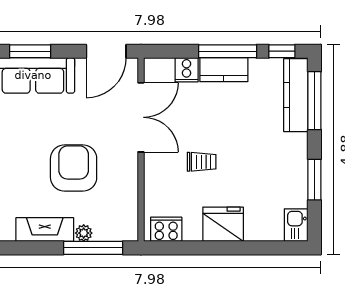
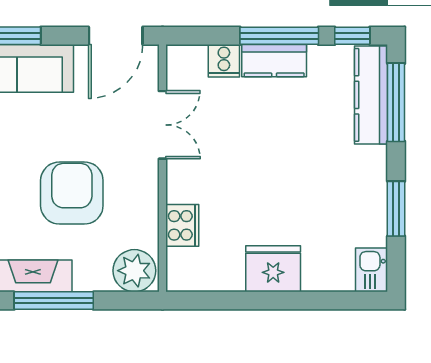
double door: (141, 117) -> (163, 125), width x0.73
trolley: (202, 162) -> (244, 185), removed
cooker: (166, 229) -> (182, 225), moved, turned 90
plant: (84, 233) -> (134, 271), moved, width x1.87, depth x1.87
window: (93, 248) -> (54, 301), moved

